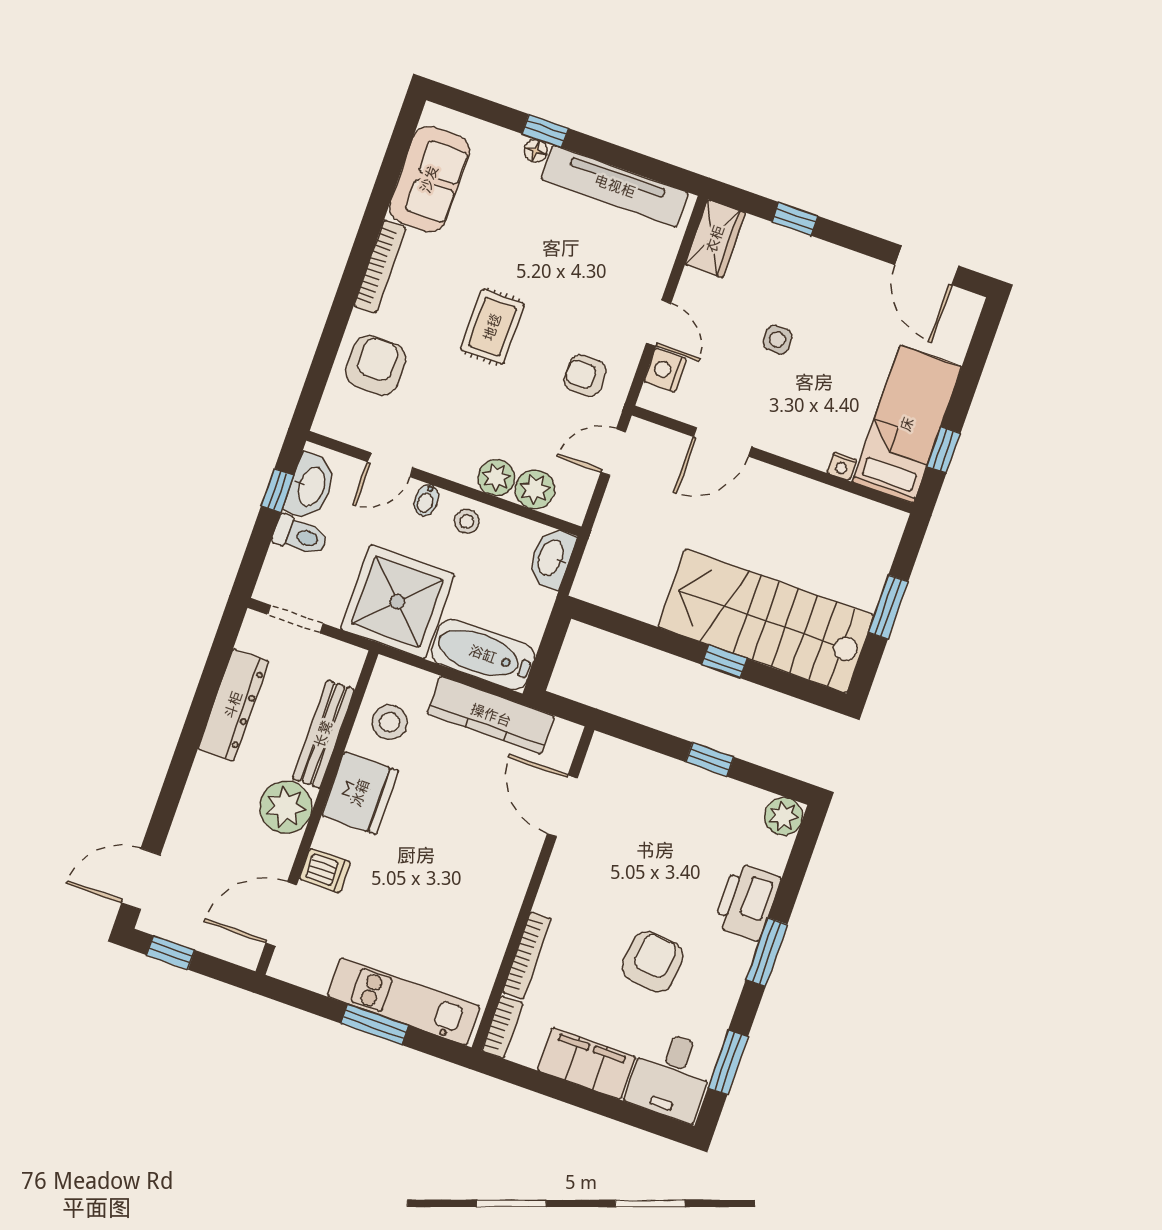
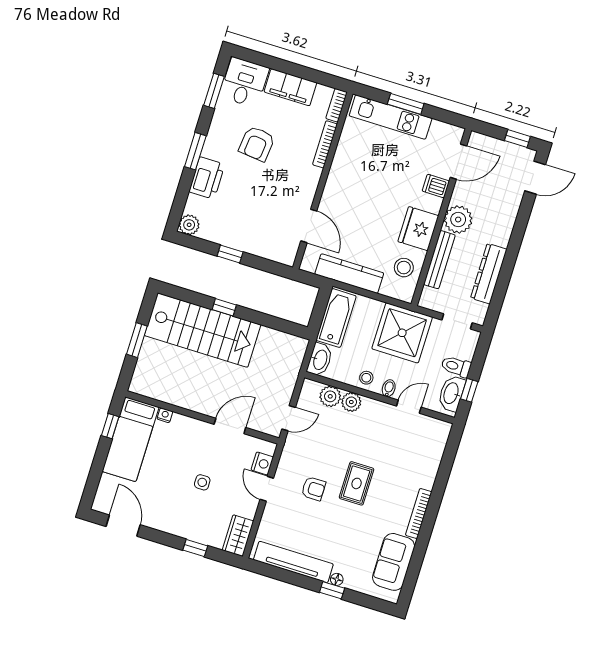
armchair: (376, 365) -> (419, 460), removed
armchair: (585, 376) -> (313, 489), moved
bathtub: (483, 654) -> (336, 318), moved, turned -90

